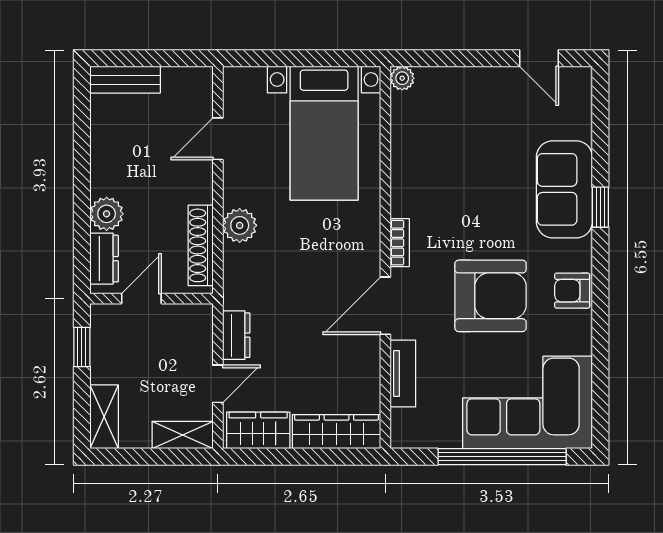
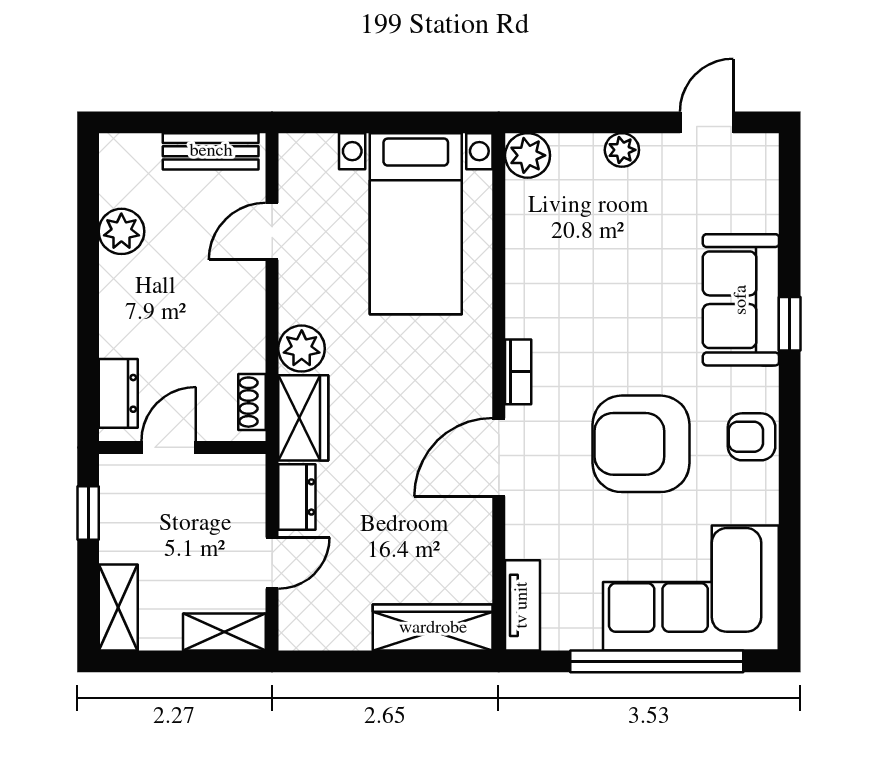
door: (539, 58) -> (707, 122), swing flipped
plant: (402, 78) -> (528, 155), width x1.38, depth x1.38
plant: (476, 79) -> (622, 150), added
bench: (125, 80) -> (211, 151), moved
plant: (107, 214) -> (121, 231), moved
shoe rack: (201, 245) -> (252, 402), width x0.51, depth x0.81
armchair: (491, 296) -> (641, 444), turned 180
tv unit: (403, 374) -> (522, 605), moved
wardrobe: (258, 430) -> (303, 418), moved, turned 90

